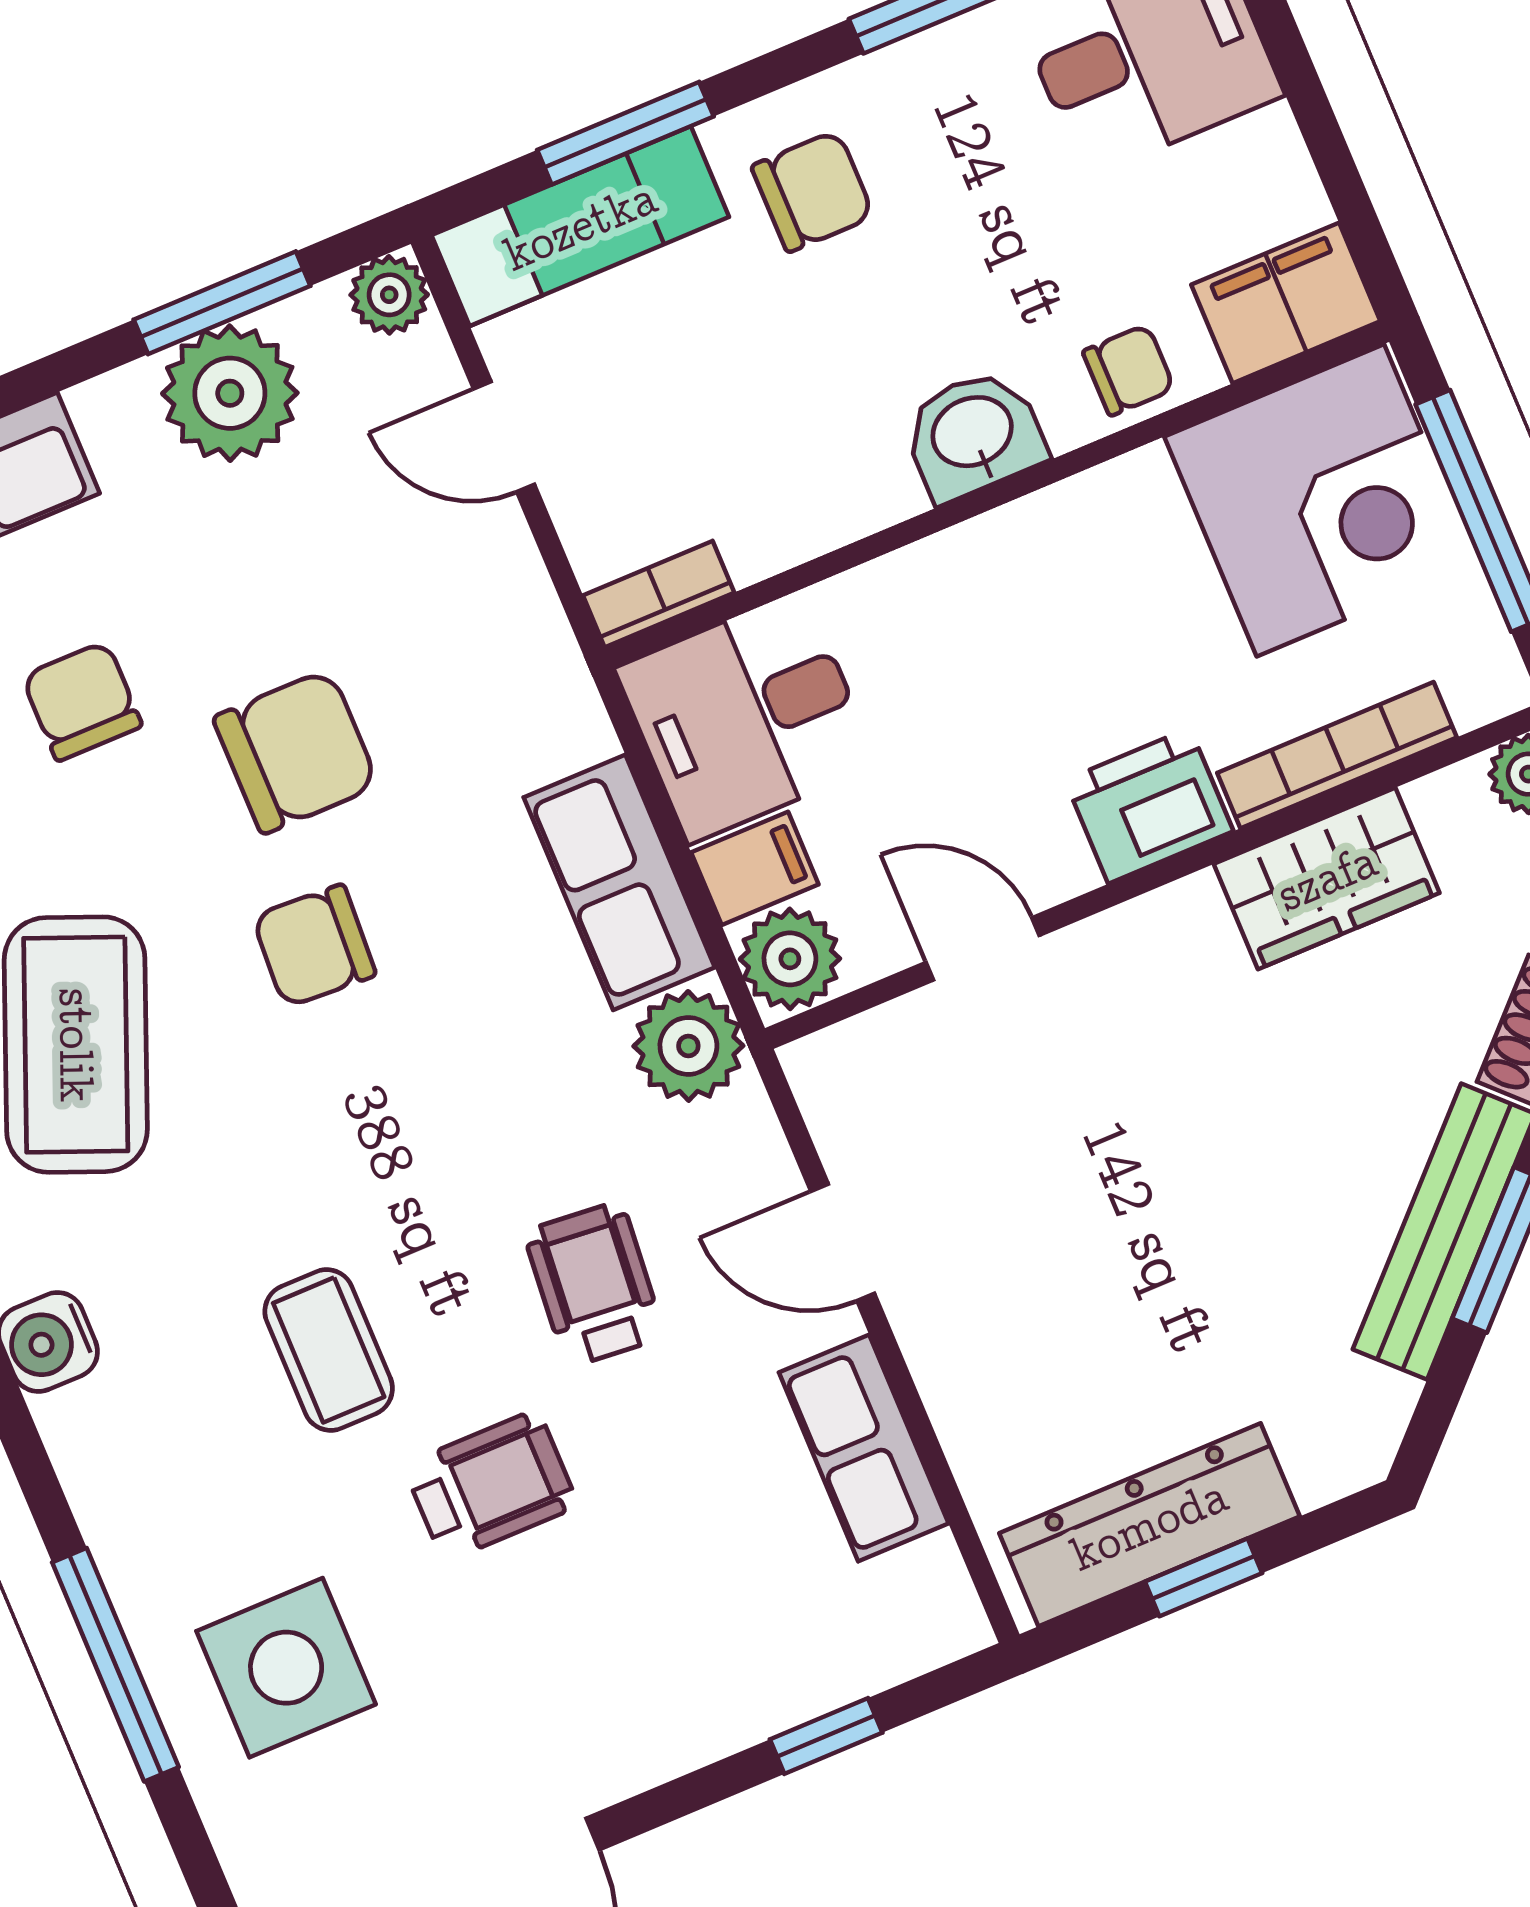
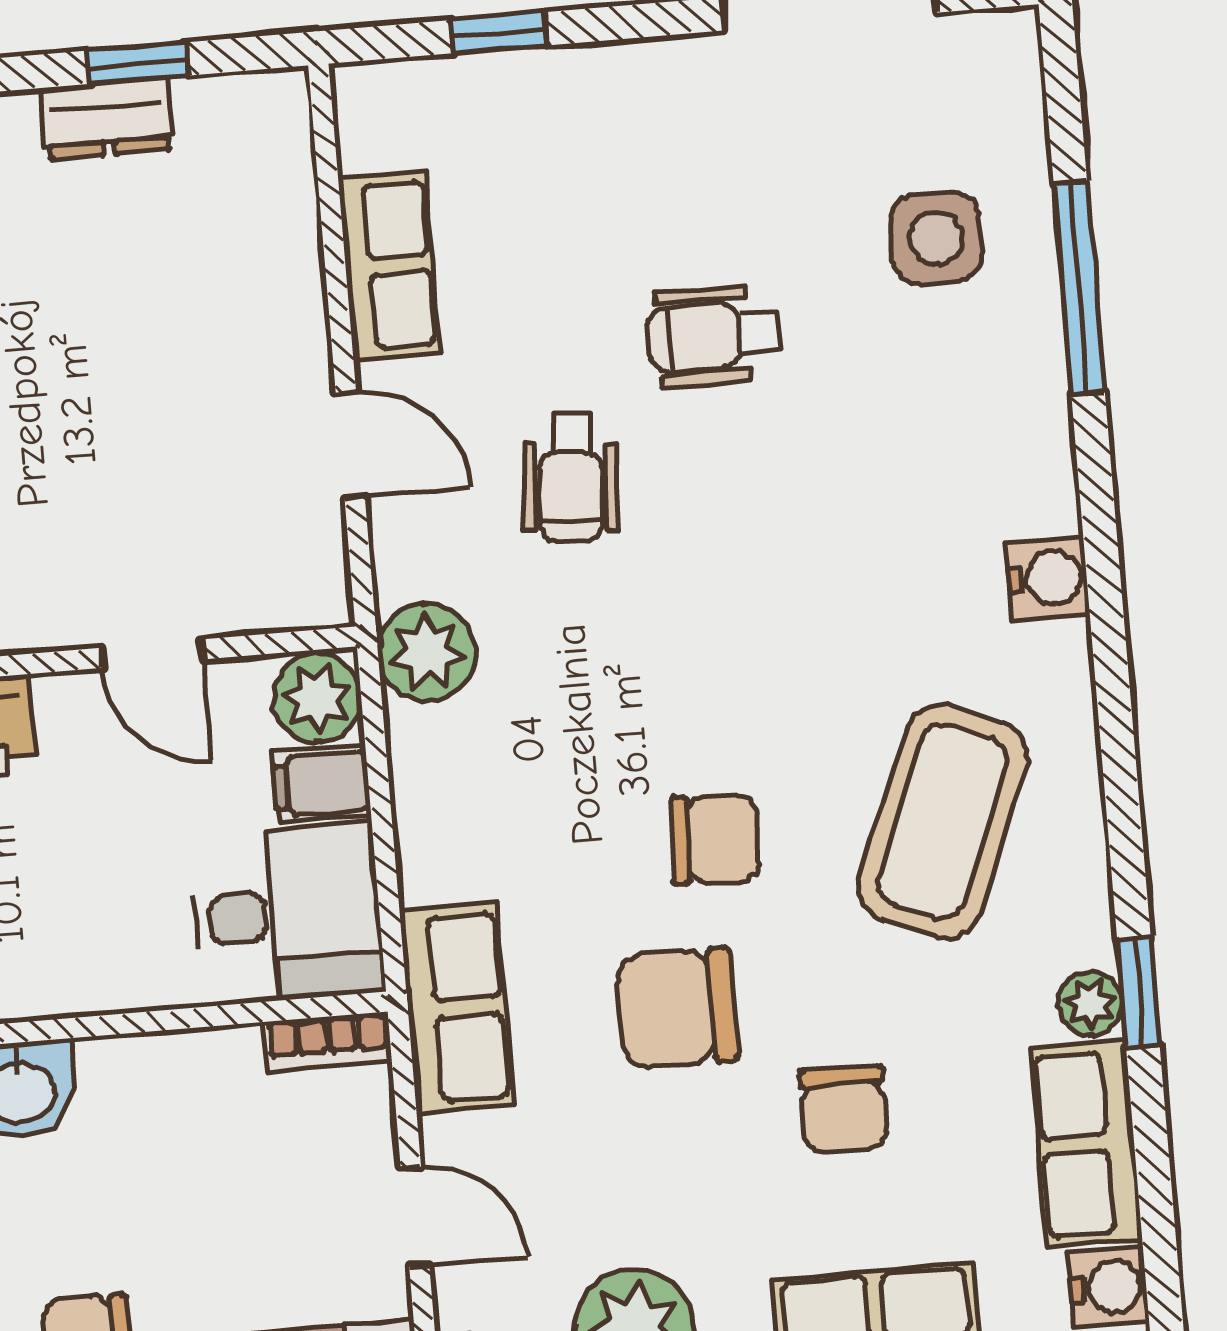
row of seats: (619, 882) -> (457, 1008), moved
coffee table: (329, 1350) -> (813, 494), removed
dresser: (1149, 1525) -> (107, 119), width x0.51, depth x0.80
side table: (286, 1668) -> (936, 238), width x0.73, depth x0.73

